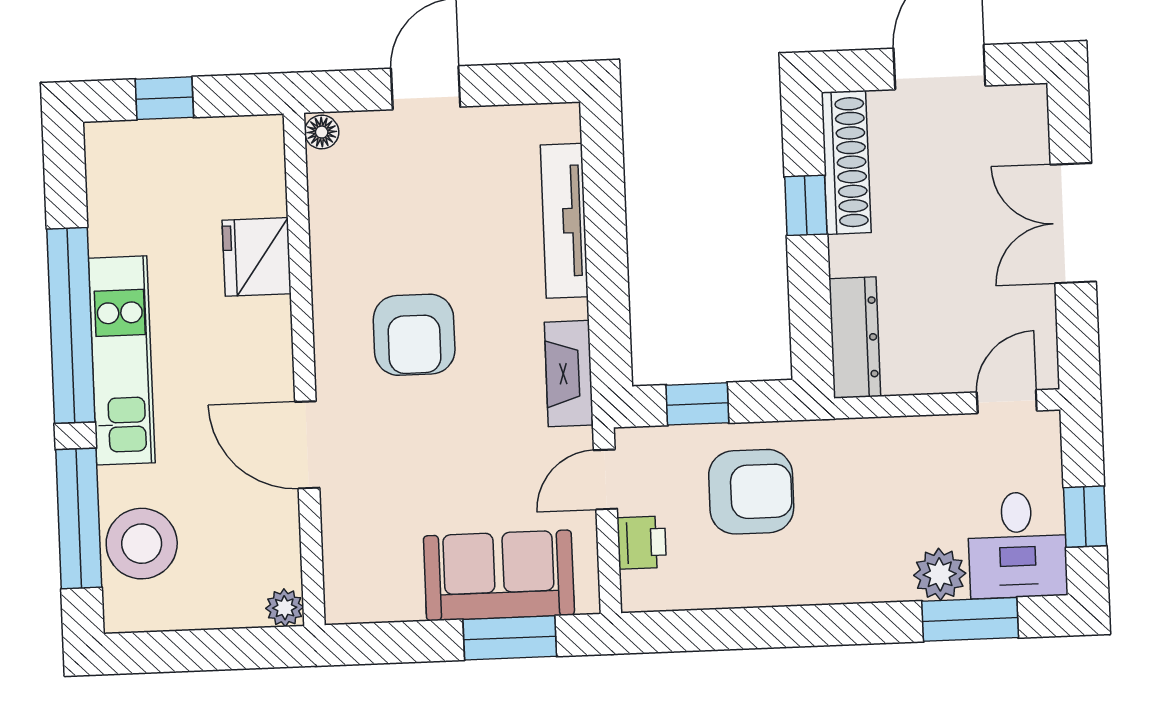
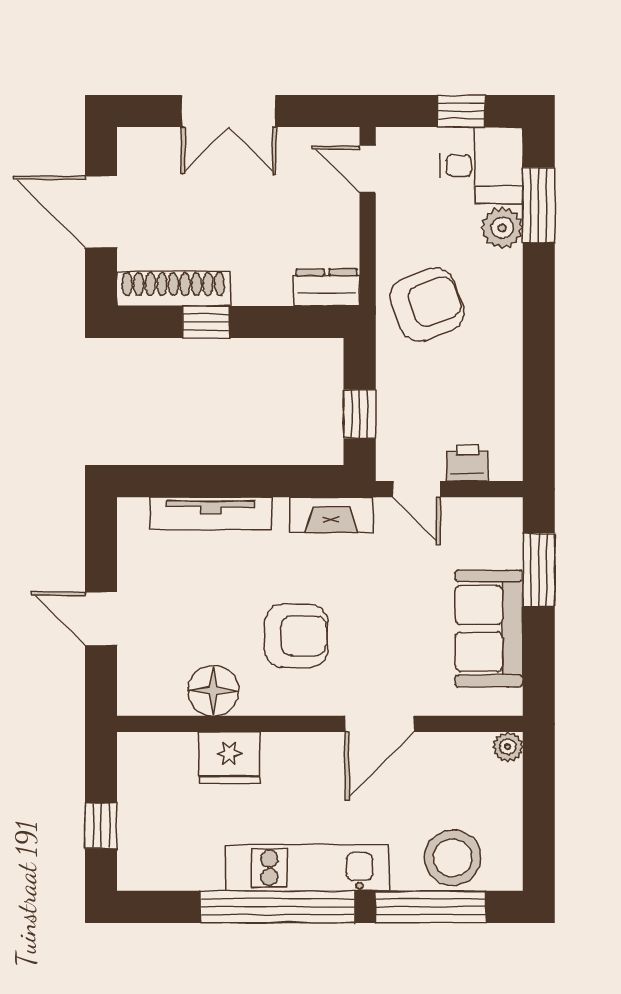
floor lamp: (322, 132) -> (213, 691), moved, width x1.89, depth x1.89
dresser: (855, 338) -> (327, 287), width x0.70
armchair: (751, 492) -> (427, 304), moved, turned 69
sofa: (499, 575) -> (489, 628), moved

